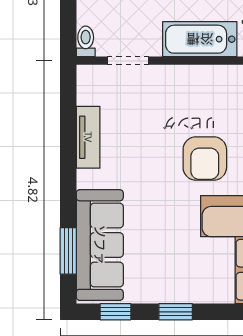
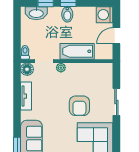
plant: (164, 75) -> (61, 68), added
floor lamp: (90, 79) -> (27, 69), added

